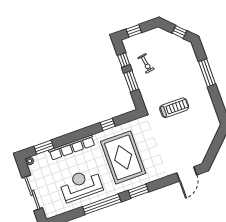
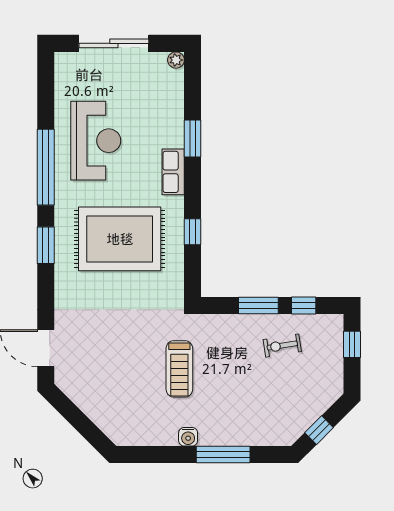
water cooler: (205, 92) -> (188, 437), added
window: (44, 147) -> (193, 139), moved
row of seats: (72, 147) -> (173, 172), width x0.50

